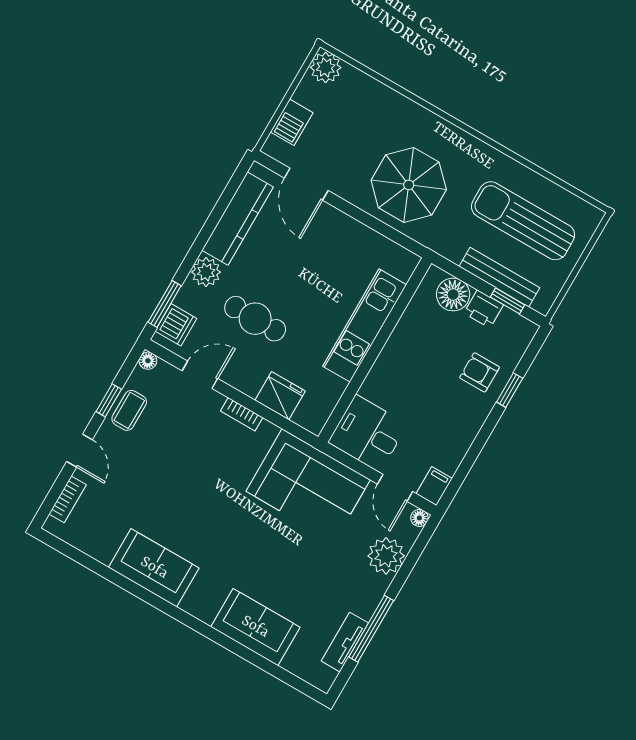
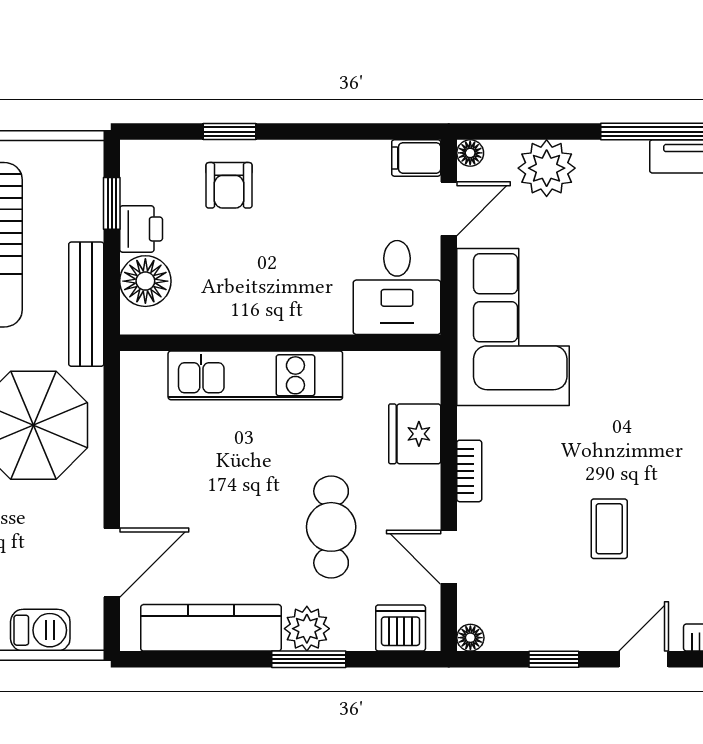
bench: (499, 277) -> (86, 304), moved
window: (165, 304) -> (309, 659), moved
coffee table: (129, 410) -> (609, 529), moved, turned 90

